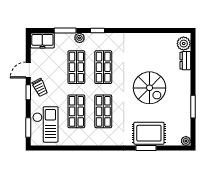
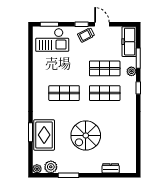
freezer: (42, 41) -> (129, 42), width x1.40
plant: (184, 44) -> (51, 167), moved
shop shelf: (76, 111) -> (64, 68), removed

